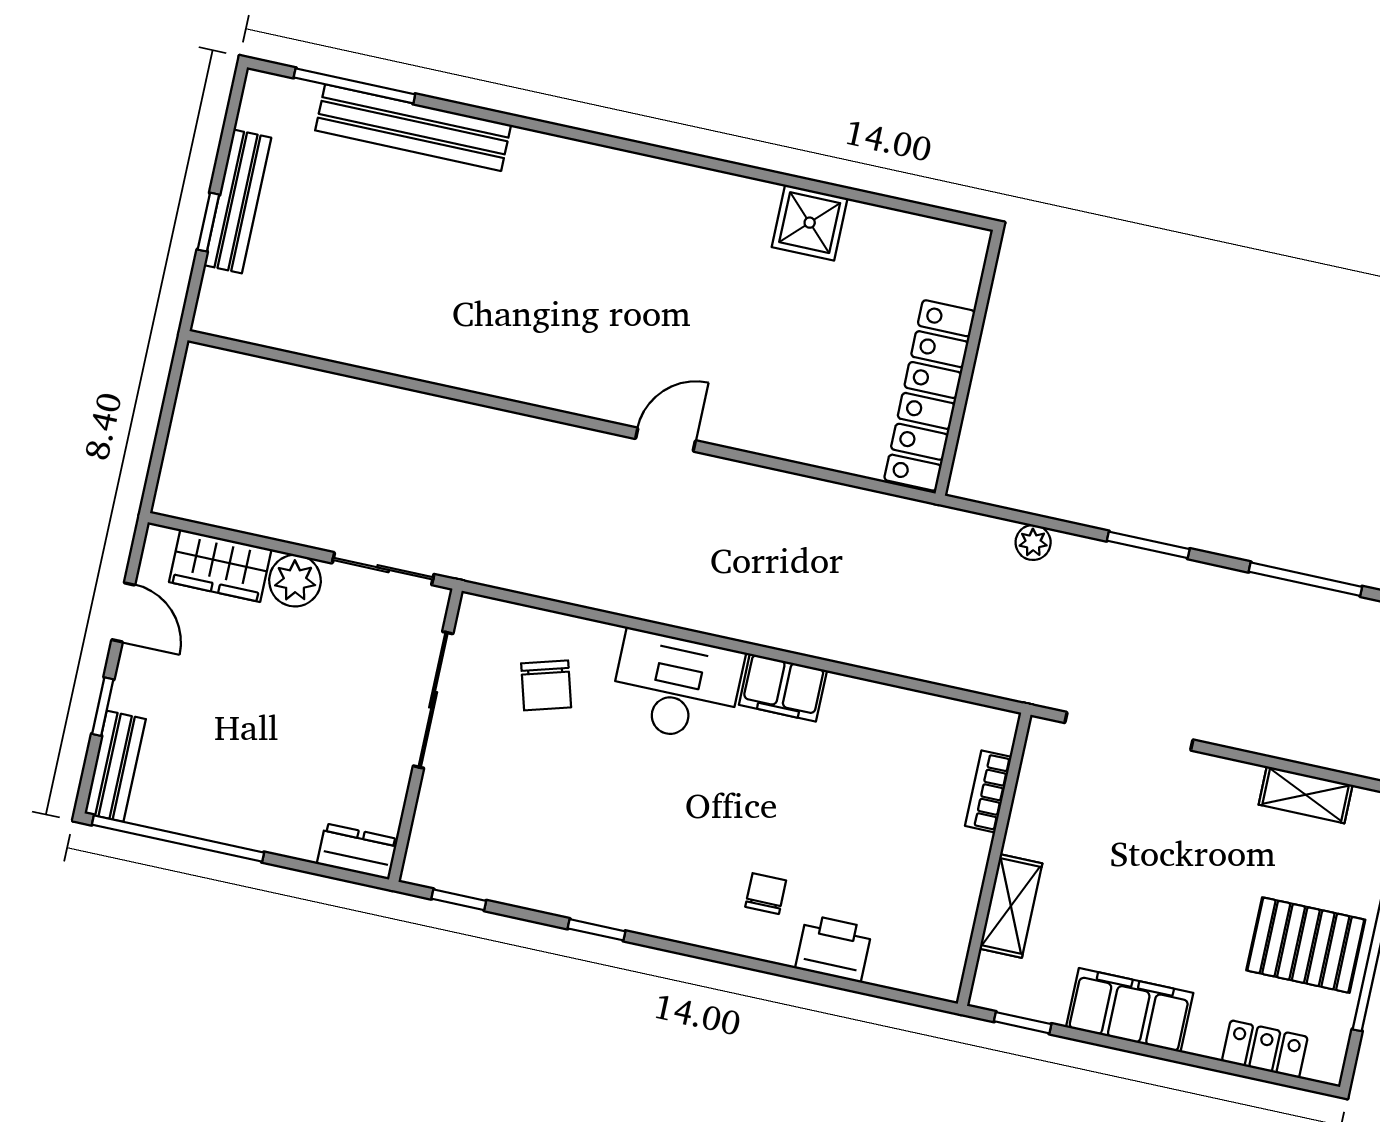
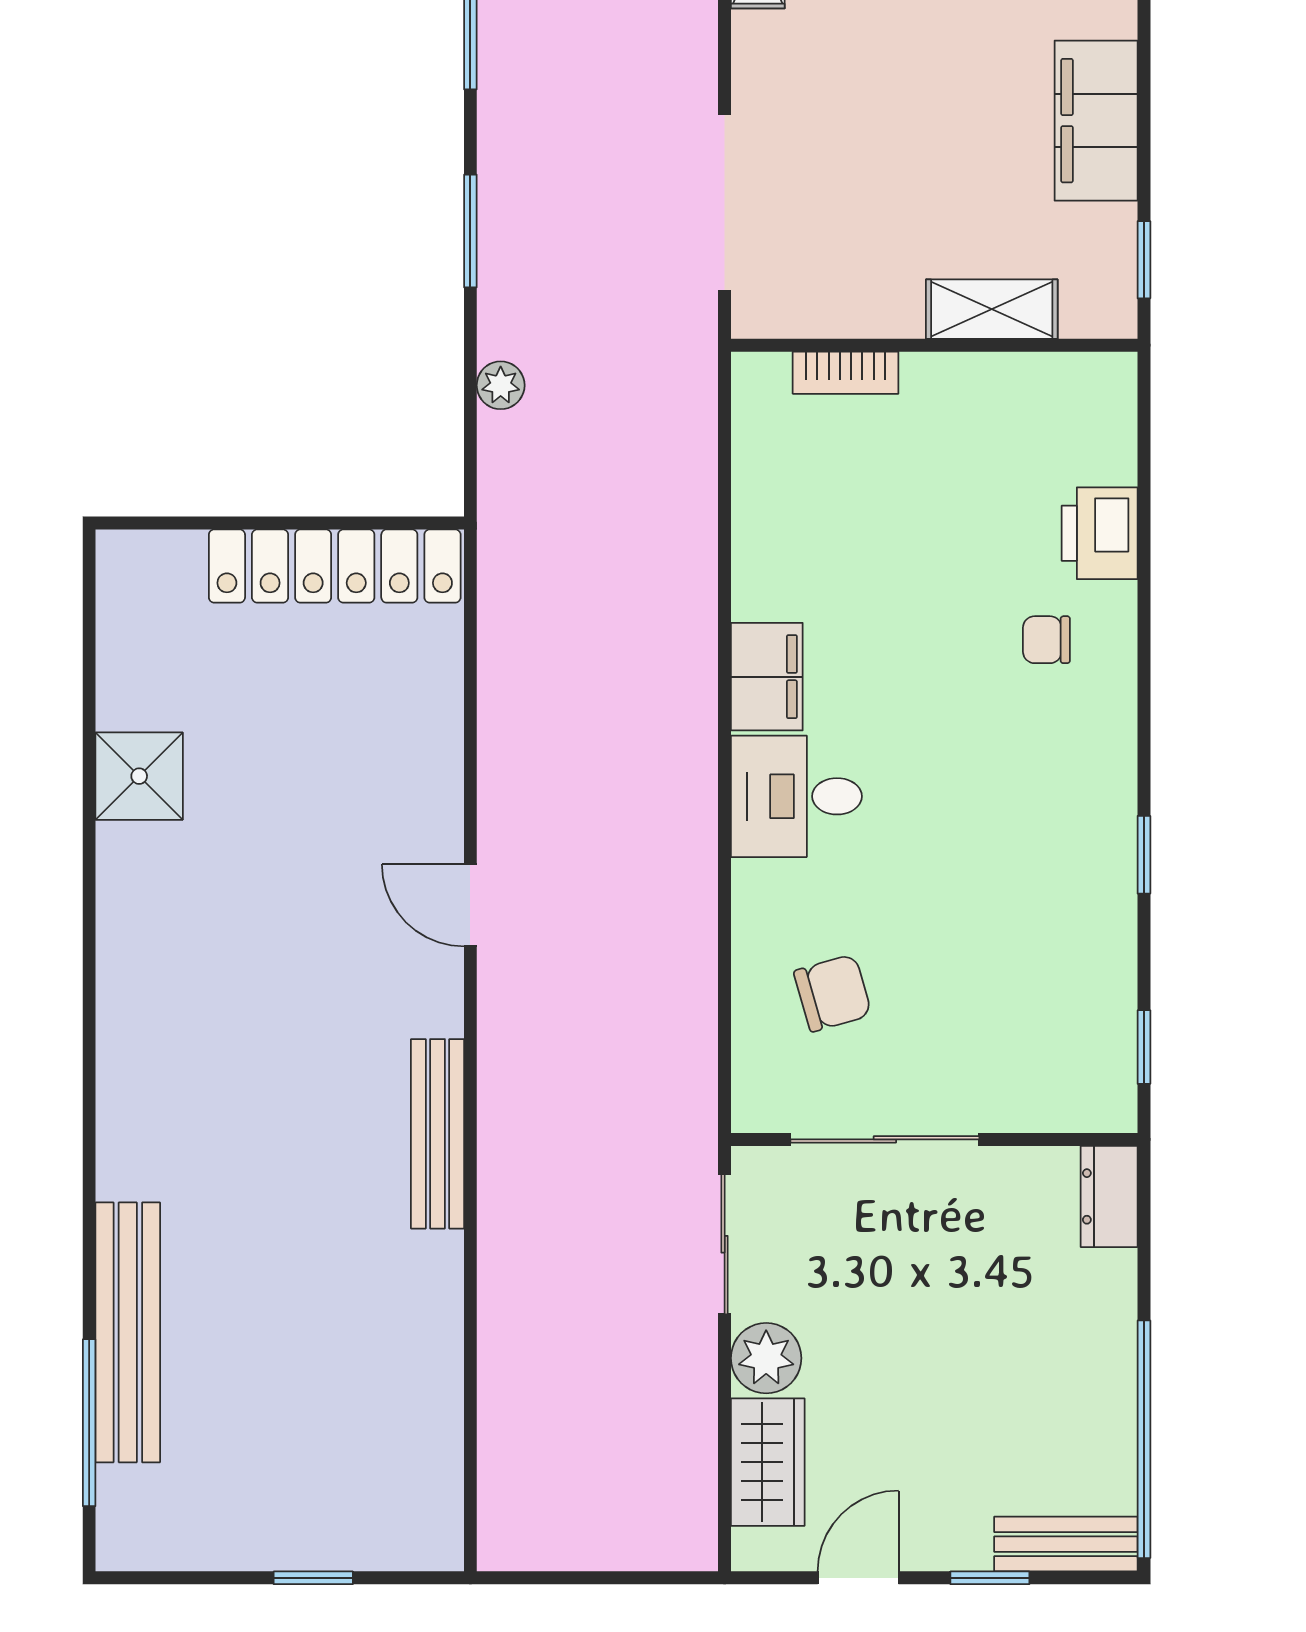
bench: (238, 201) -> (437, 1134), moved, turned 90
desk: (676, 687) -> (796, 796), width x0.73

